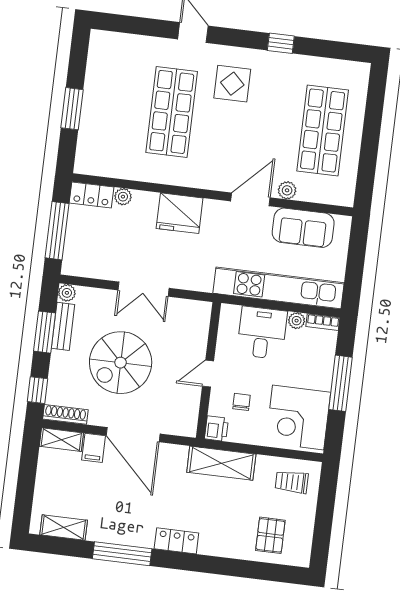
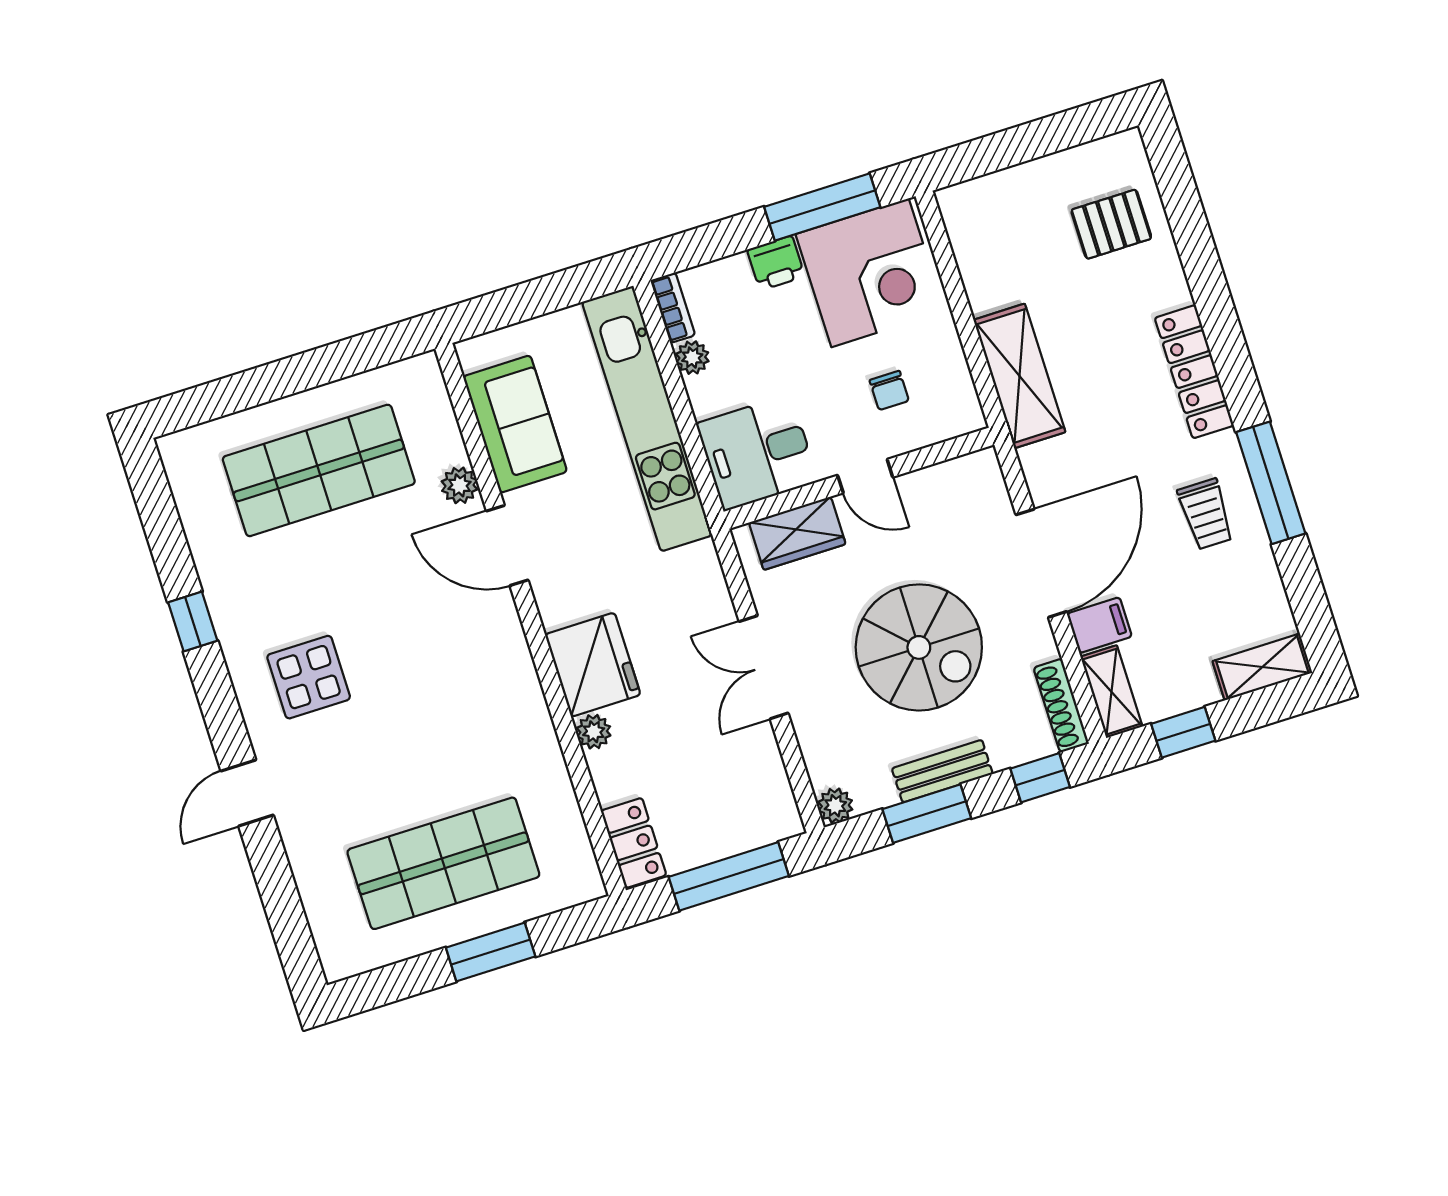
shop shelf: (172, 112) -> (443, 863), moved
plant: (123, 197) -> (594, 732), moved
double door: (143, 289) -> (764, 667), swing flipped
bench: (63, 326) -> (942, 771), moved
wardrobe: (196, 332) -> (797, 533), added
desk: (262, 333) -> (757, 452), moved
window: (340, 383) -> (822, 207), moved
chair: (242, 402) -> (889, 390), turned -90
printer: (216, 429) -> (776, 263), moved, turned 180
window: (28, 463) -> (1183, 732), added
trolley: (292, 482) -> (1206, 514), moved
shelving: (64, 527) -> (1262, 667), moved, turned 90
locker: (176, 541) -> (1194, 372), width x1.53

